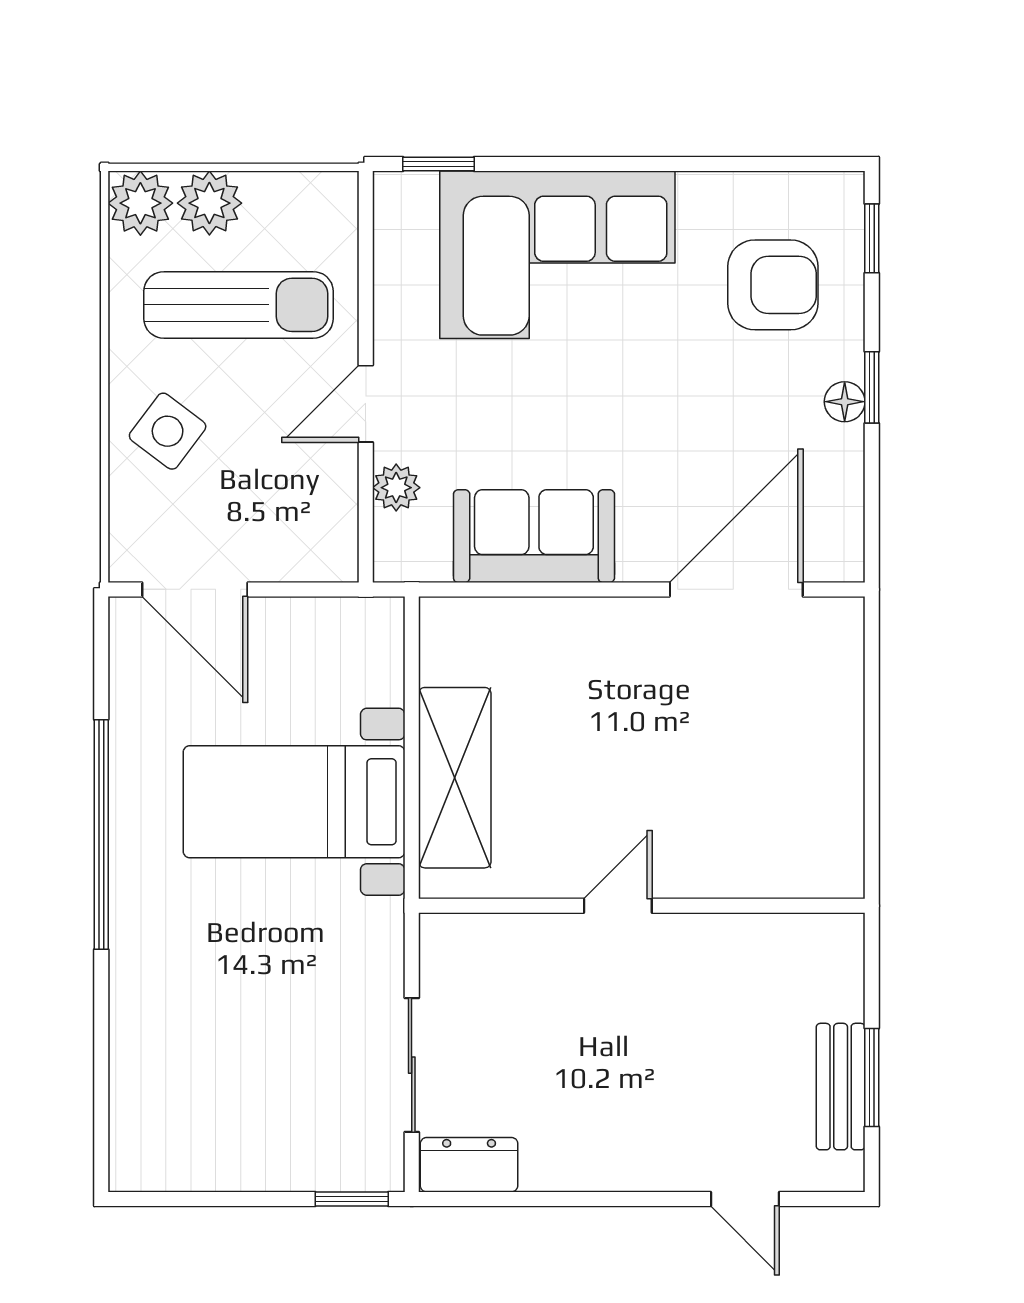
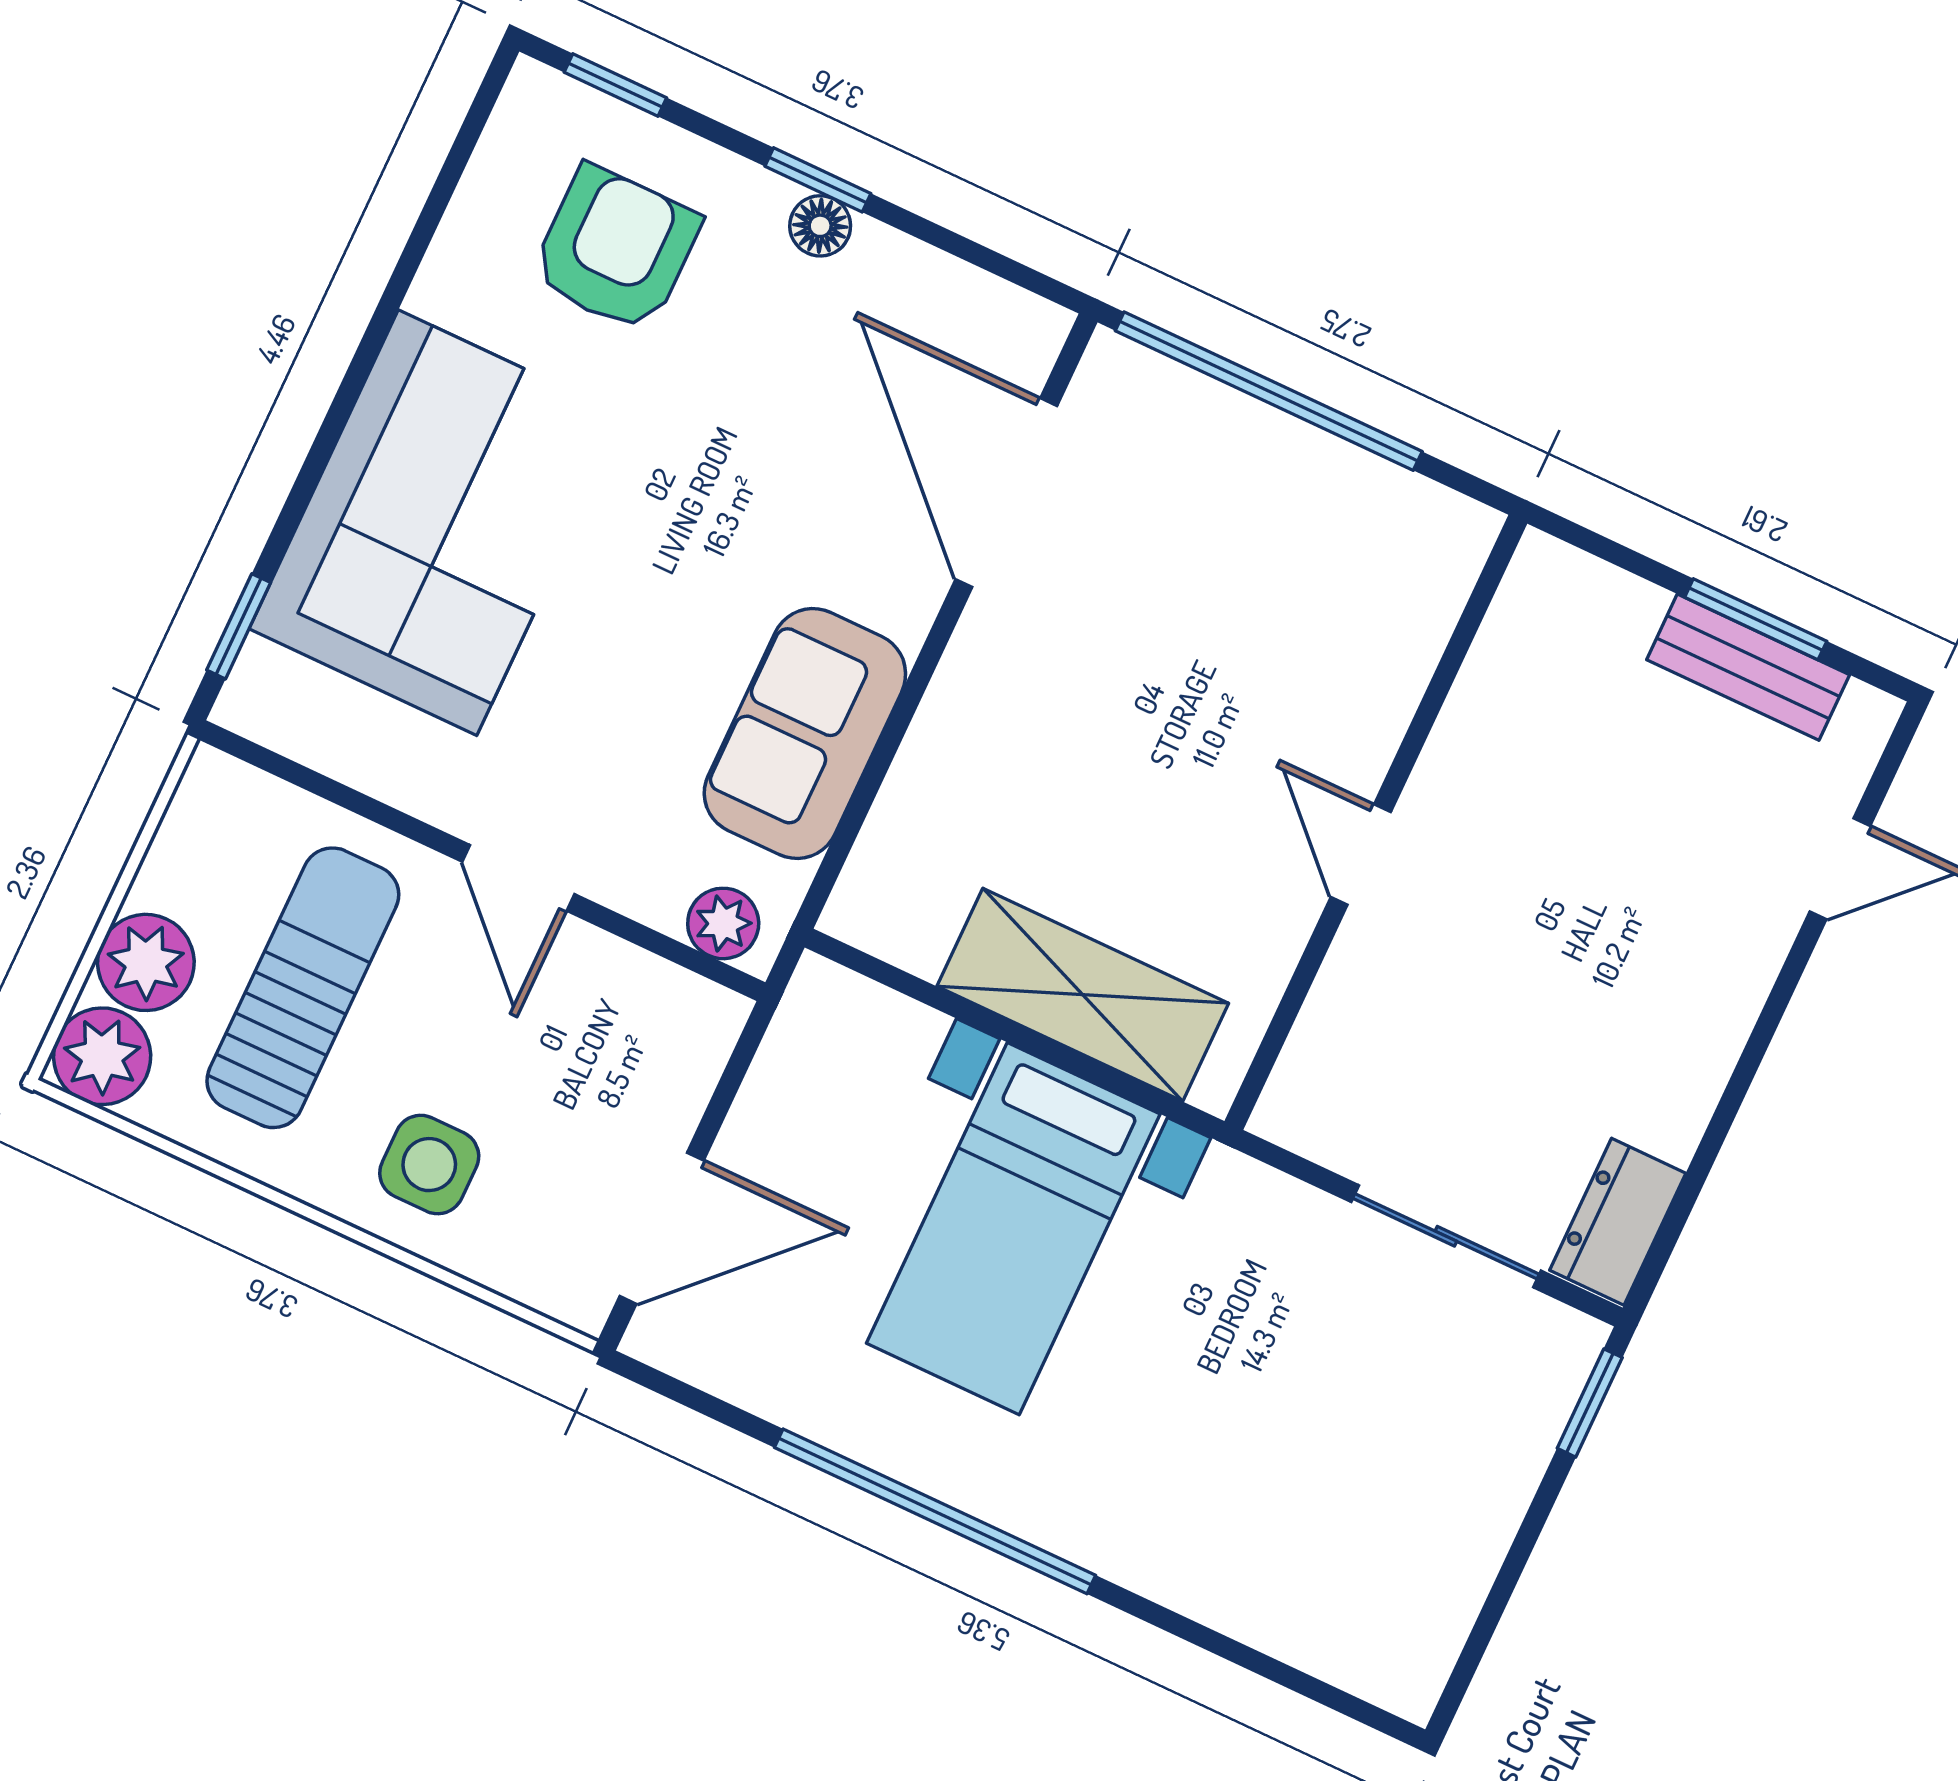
side table: (168, 431) -> (429, 1165), turned -37
plant: (396, 488) -> (723, 923), moved
window: (872, 719) -> (1269, 391), added

